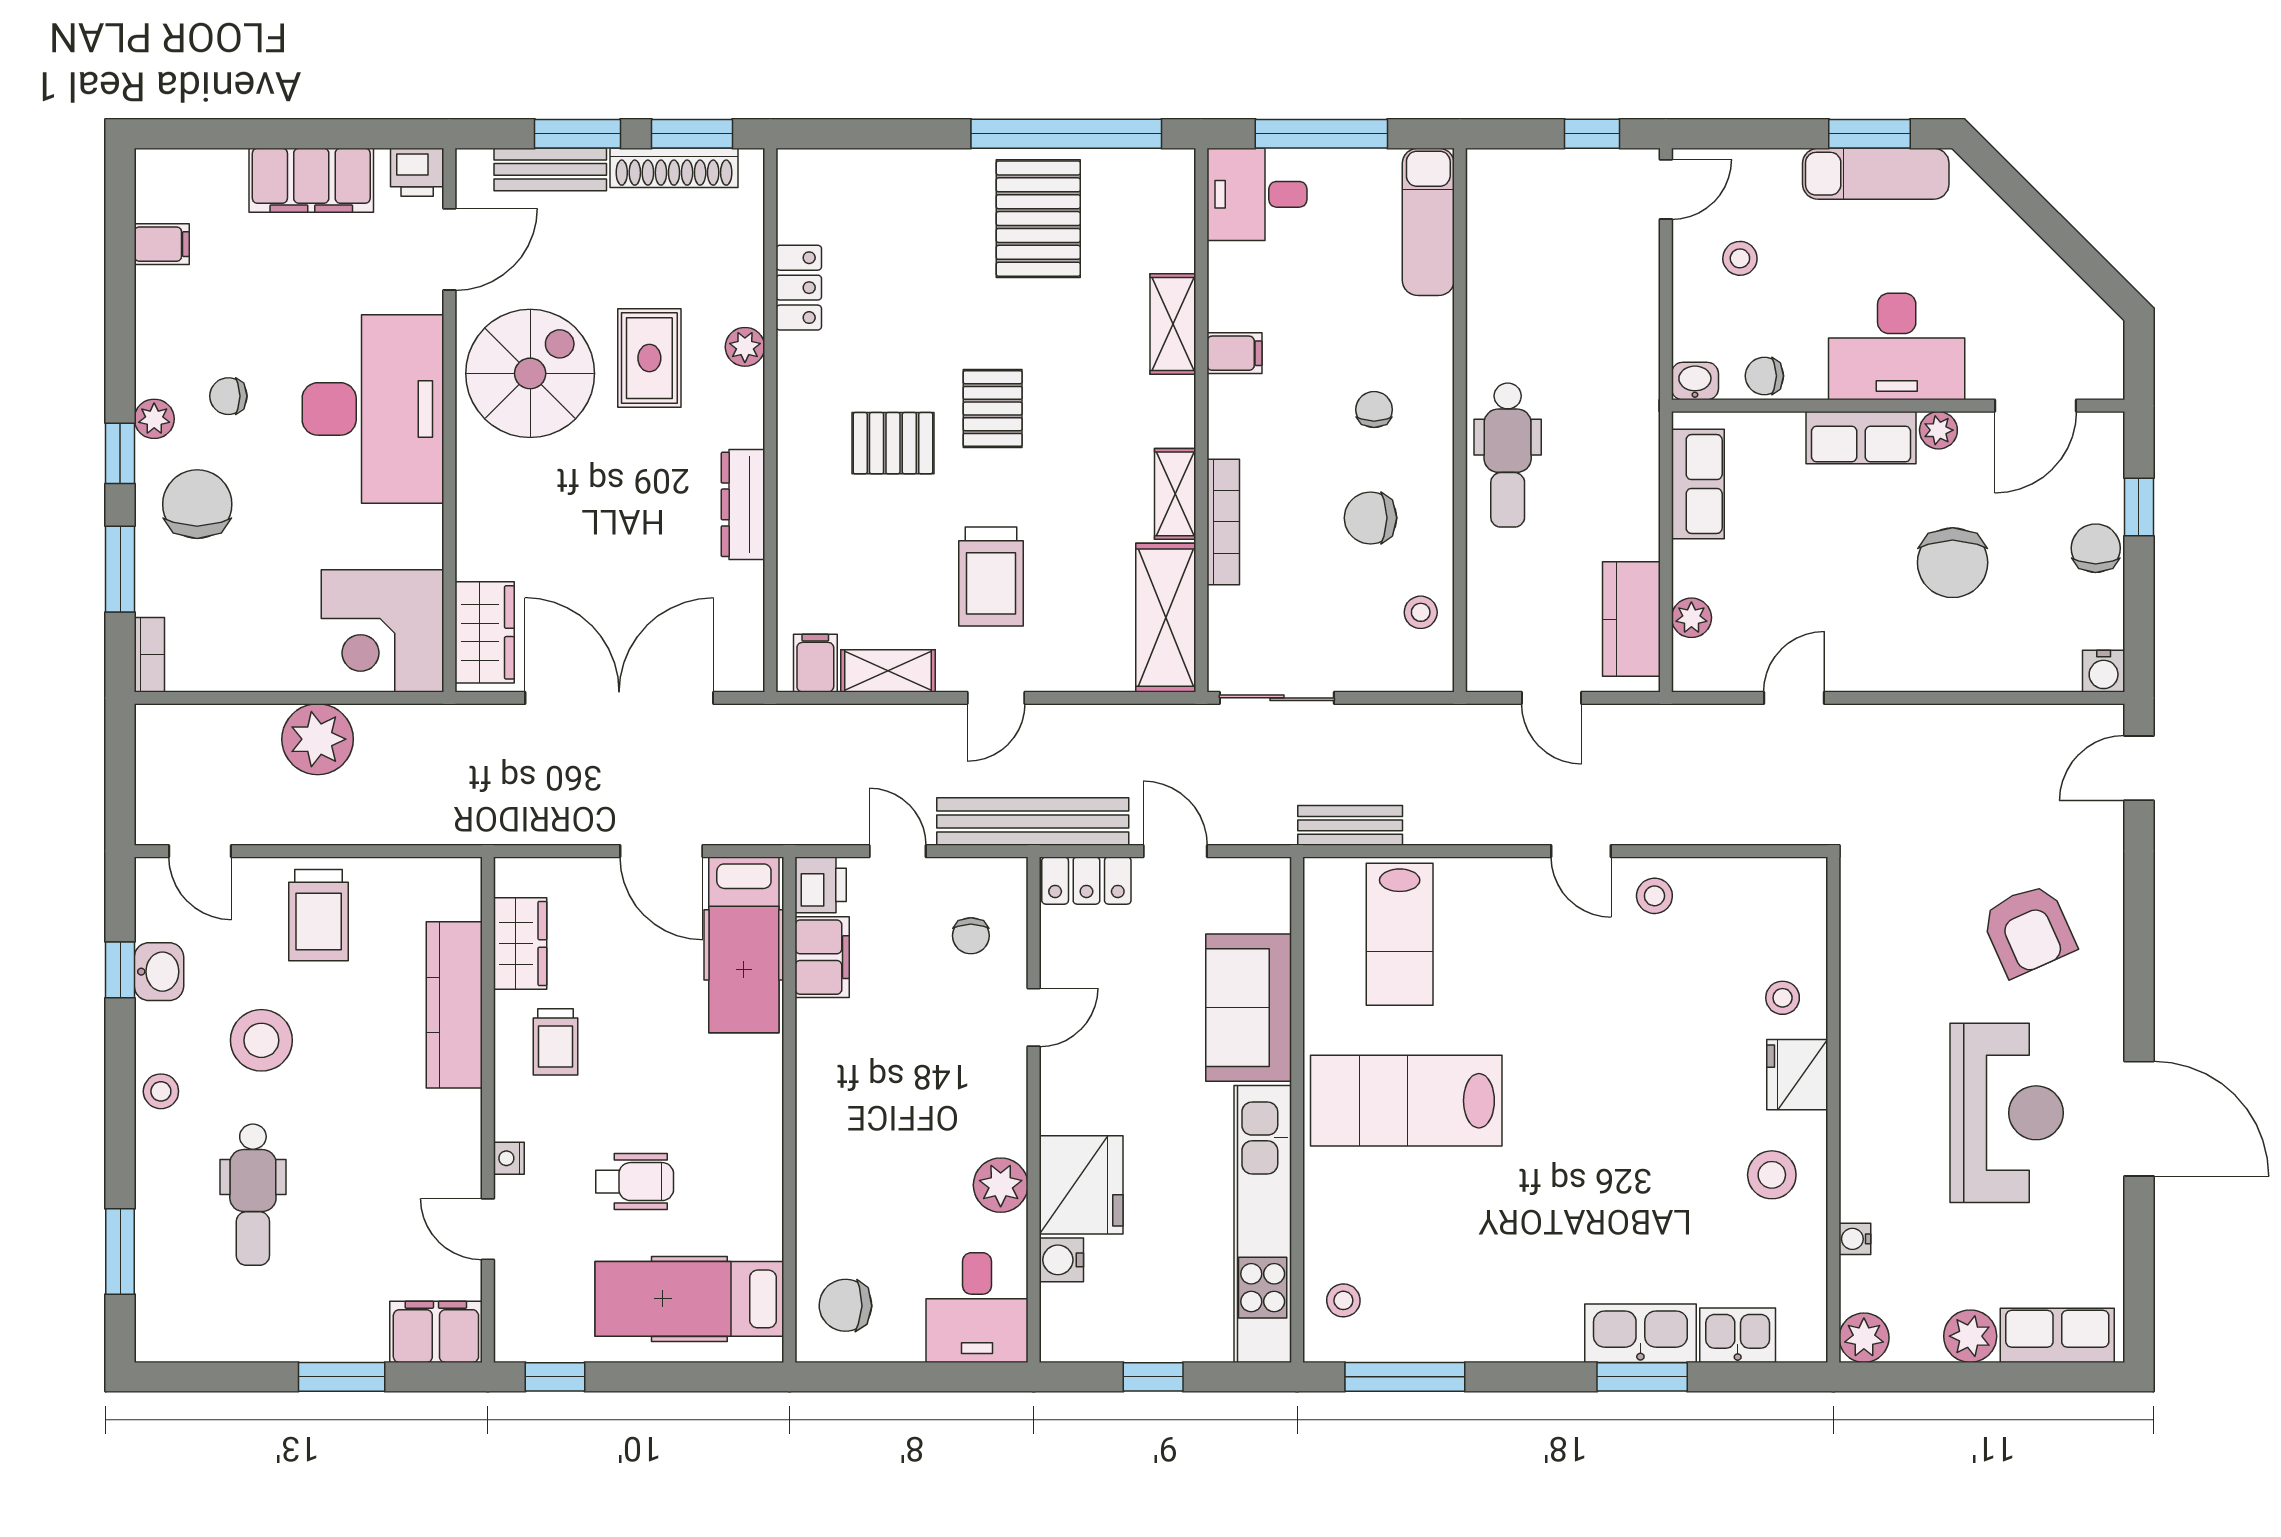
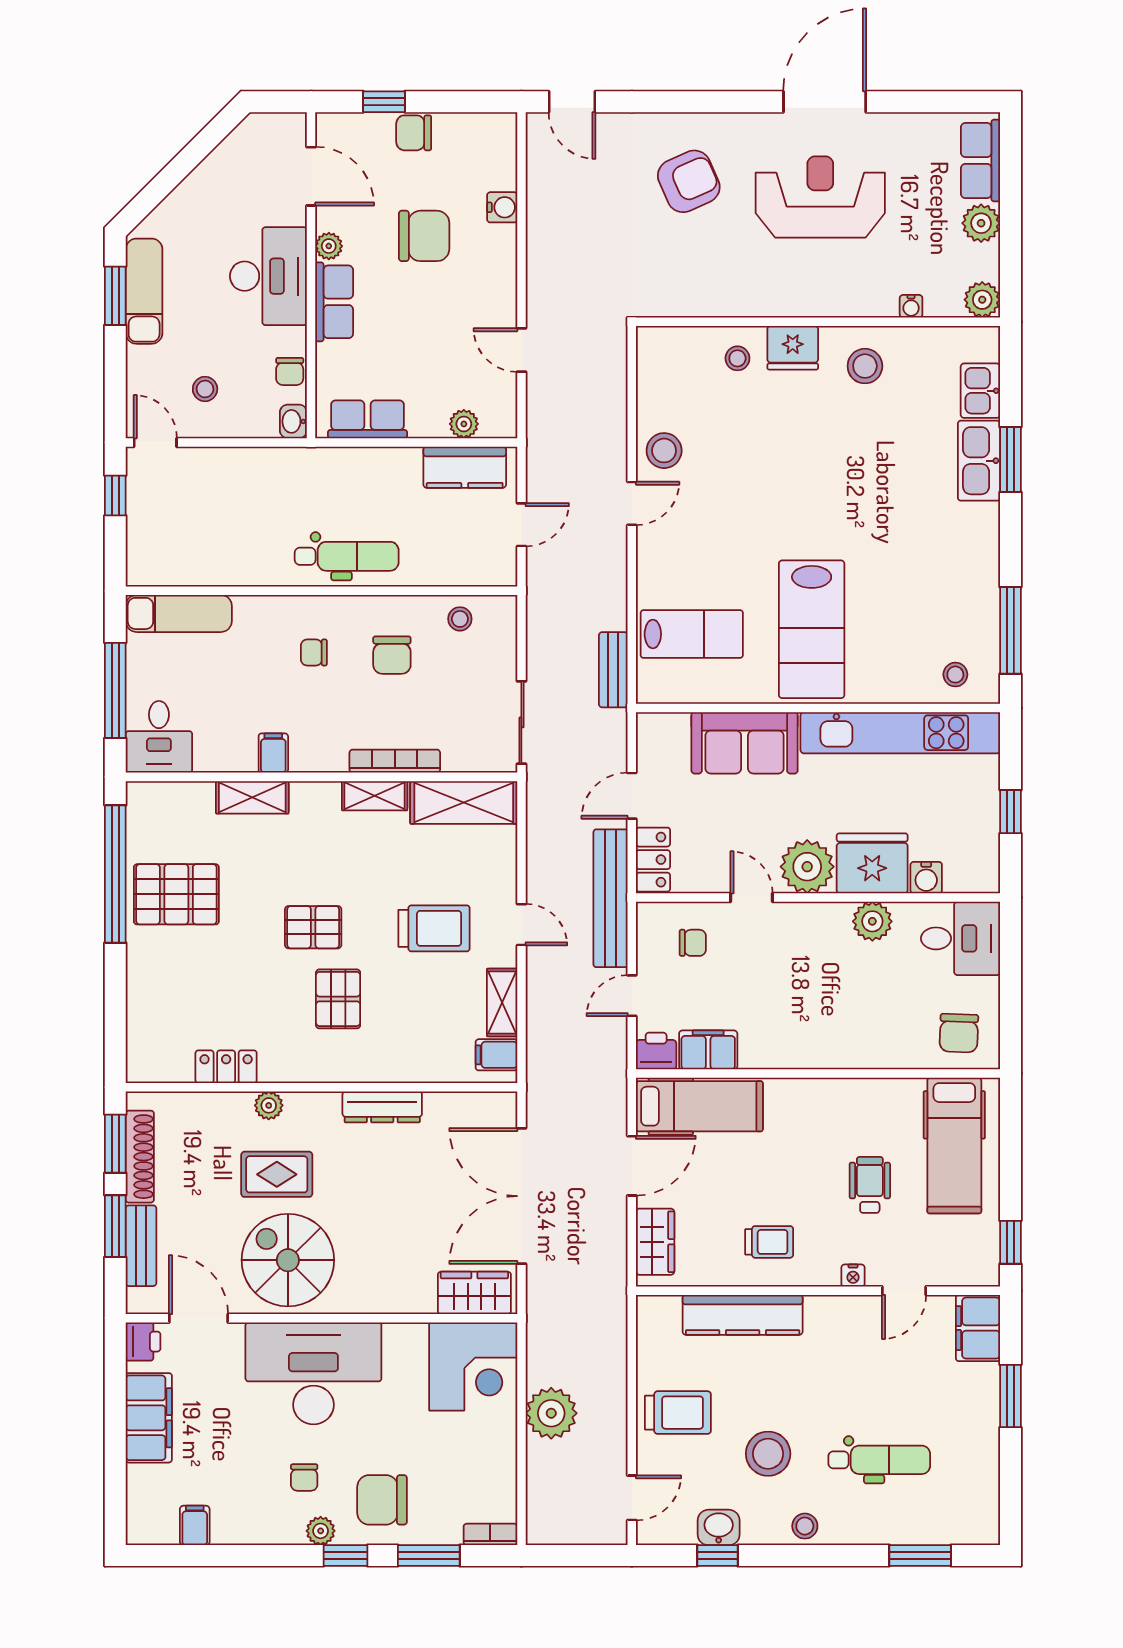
water cooler: (2104, 671) -> (502, 207), moved
stool: (1654, 896) -> (664, 451), width x1.37, depth x1.37
wardrobe: (520, 943) -> (655, 1242), moved, turned 90
plant: (1077, 1095) -> (807, 867), added

